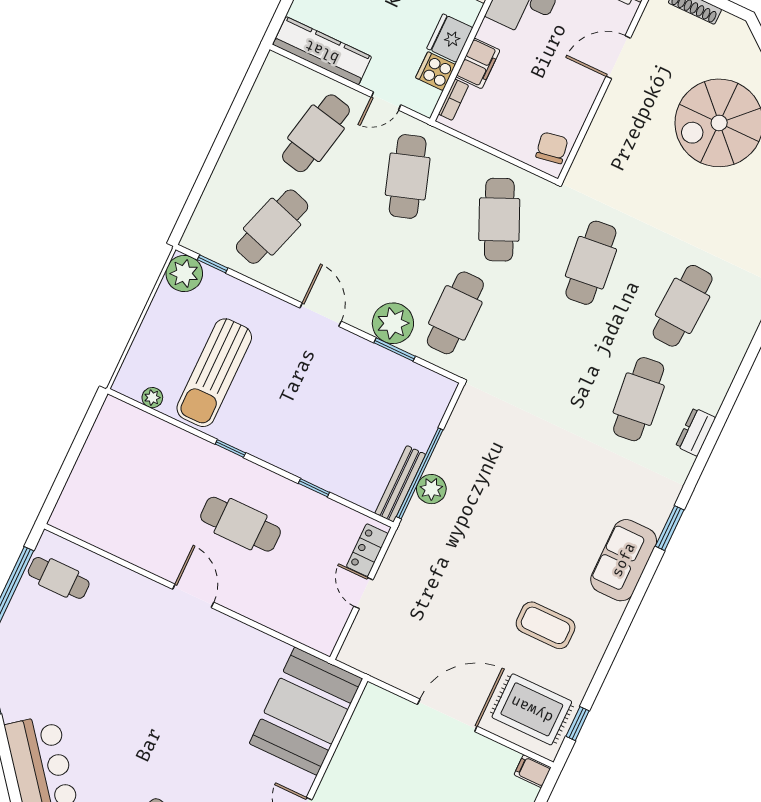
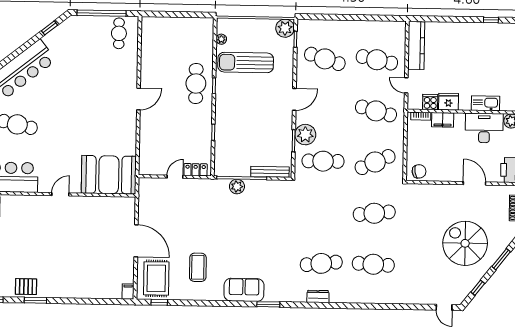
cafe table: (408, 176) -> (376, 111), turned 33
bench: (400, 484) -> (270, 172), moved
cafe table: (241, 524) -> (196, 83), moved

